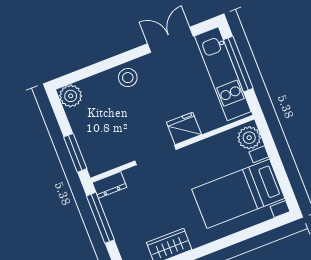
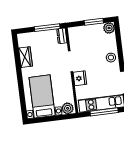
window: (75, 153) -> (94, 22), moved

